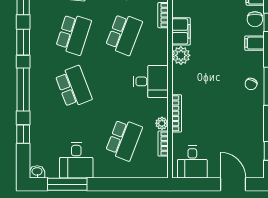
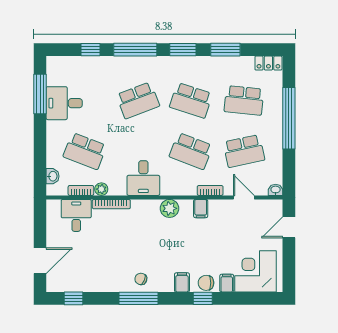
filing cabinet: (181, 31) -> (201, 209), width x0.50
desk: (192, 162) -> (76, 215), moved, turned 90
washbasin: (37, 172) -> (53, 176), moved

